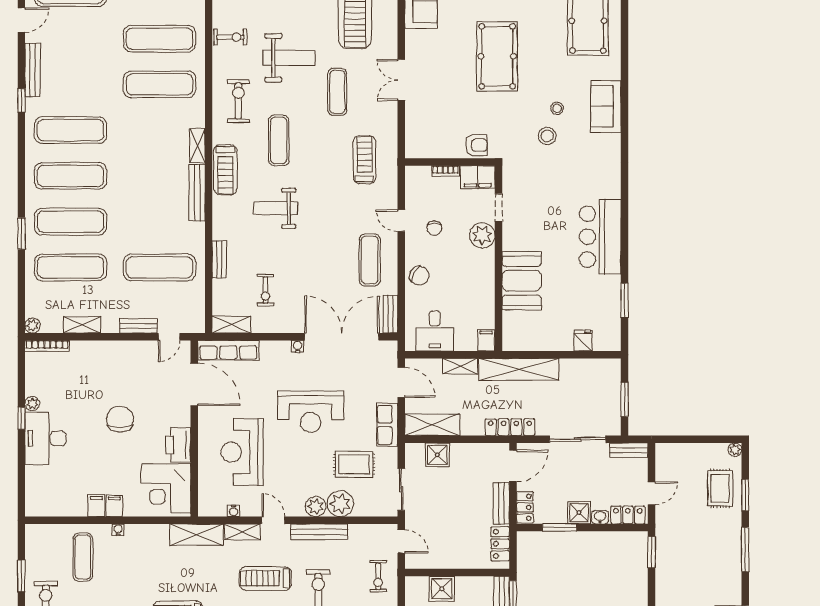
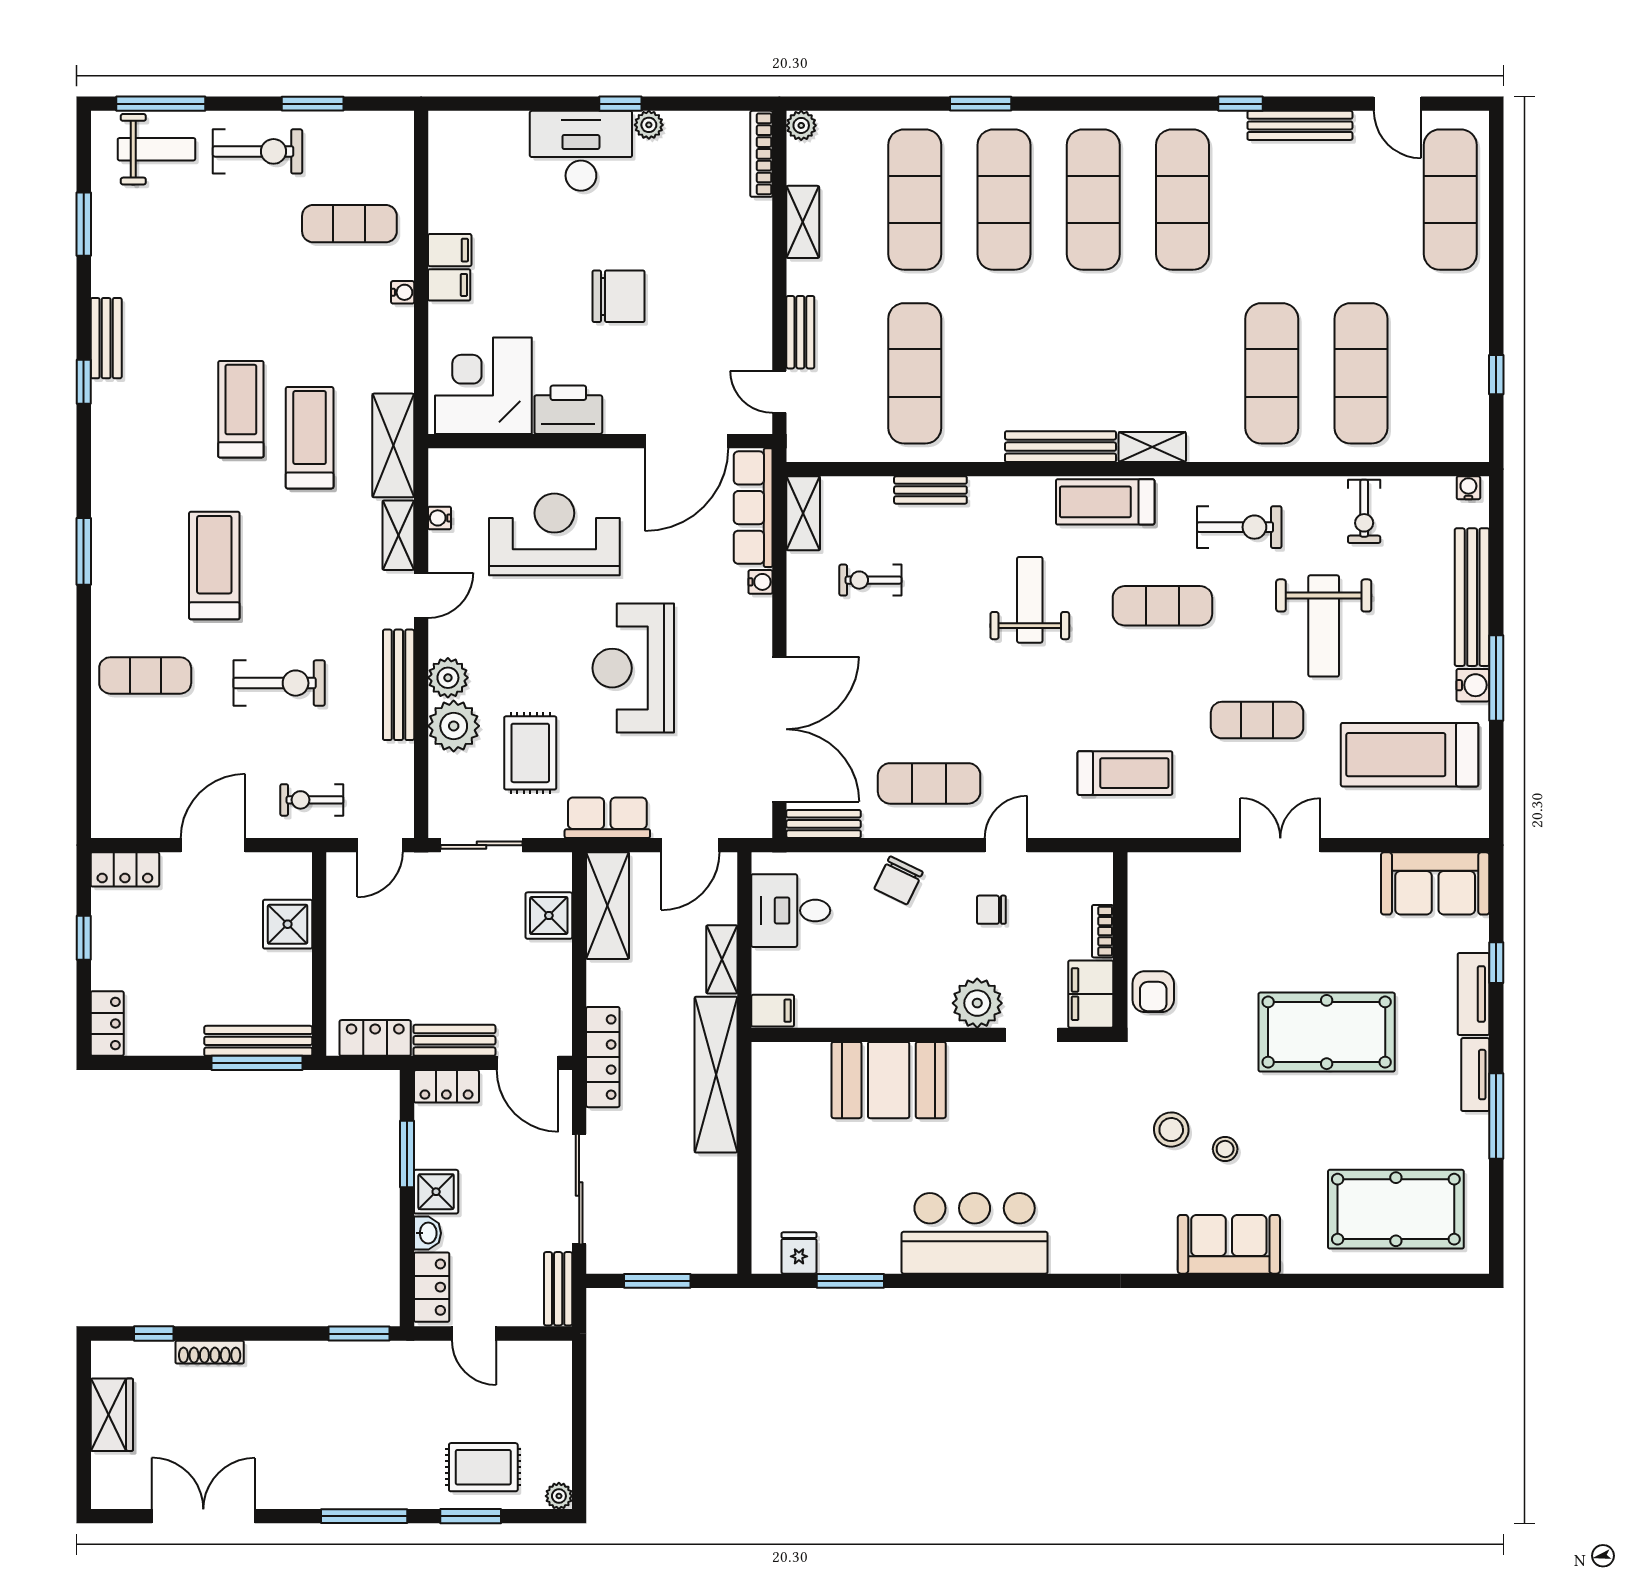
fridge: (583, 340) -> (799, 1253), moved, turned -90
water cooler: (298, 346) -> (760, 582), moved
treadmill: (266, 578) -> (310, 438), moved

